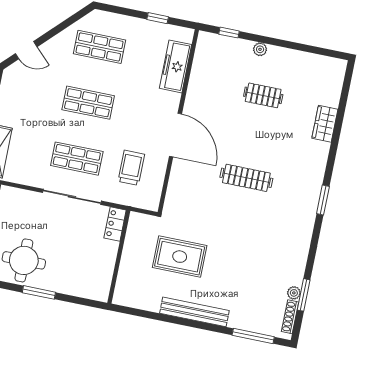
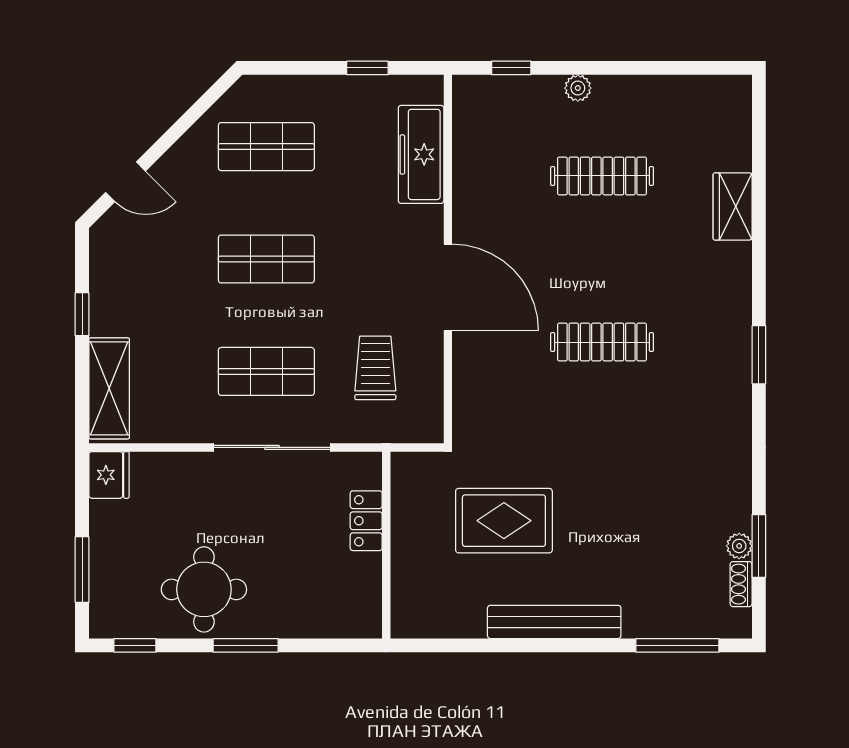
clothes rail: (263, 95) -> (602, 176), width x1.36
locker: (115, 224) -> (366, 521), moved
shoe rack: (290, 317) -> (741, 584), width x0.70

